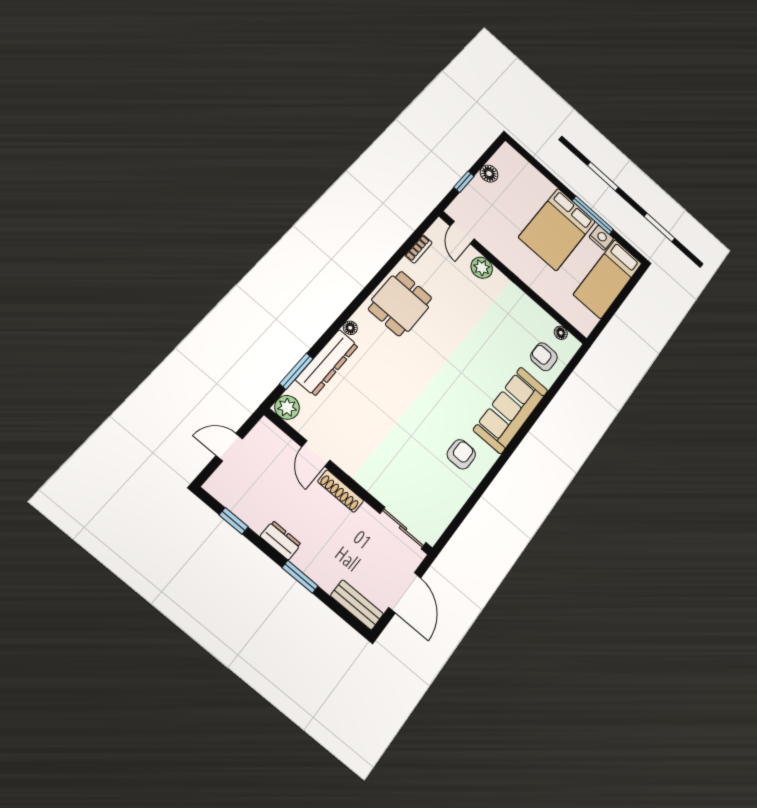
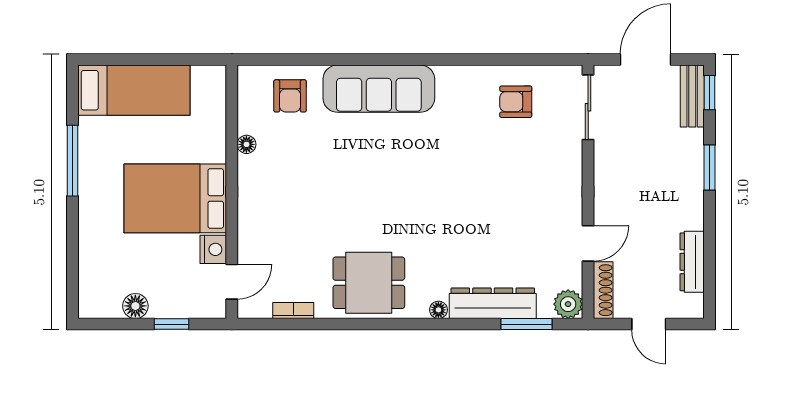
bed: (557, 229) -> (175, 198), moved, turned 180
nightstand: (601, 238) -> (213, 249), moved, turned 180
plant: (482, 268) -> (252, 232), removed
floor lamp: (561, 333) -> (246, 144), moved
armchair: (461, 454) -> (516, 102), moved
shoe rack: (341, 491) -> (603, 290), moved
window: (234, 521) -> (709, 93), moved
dresser: (281, 540) -> (692, 262), moved, width x1.44

